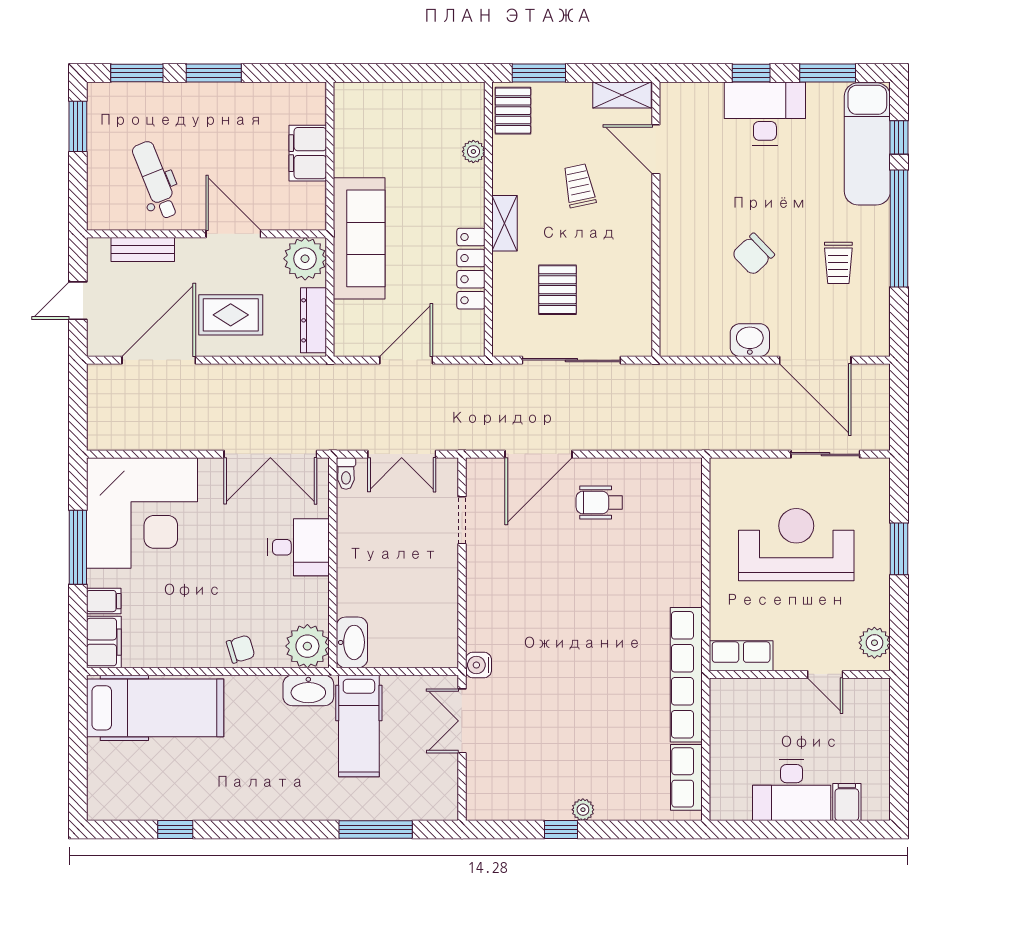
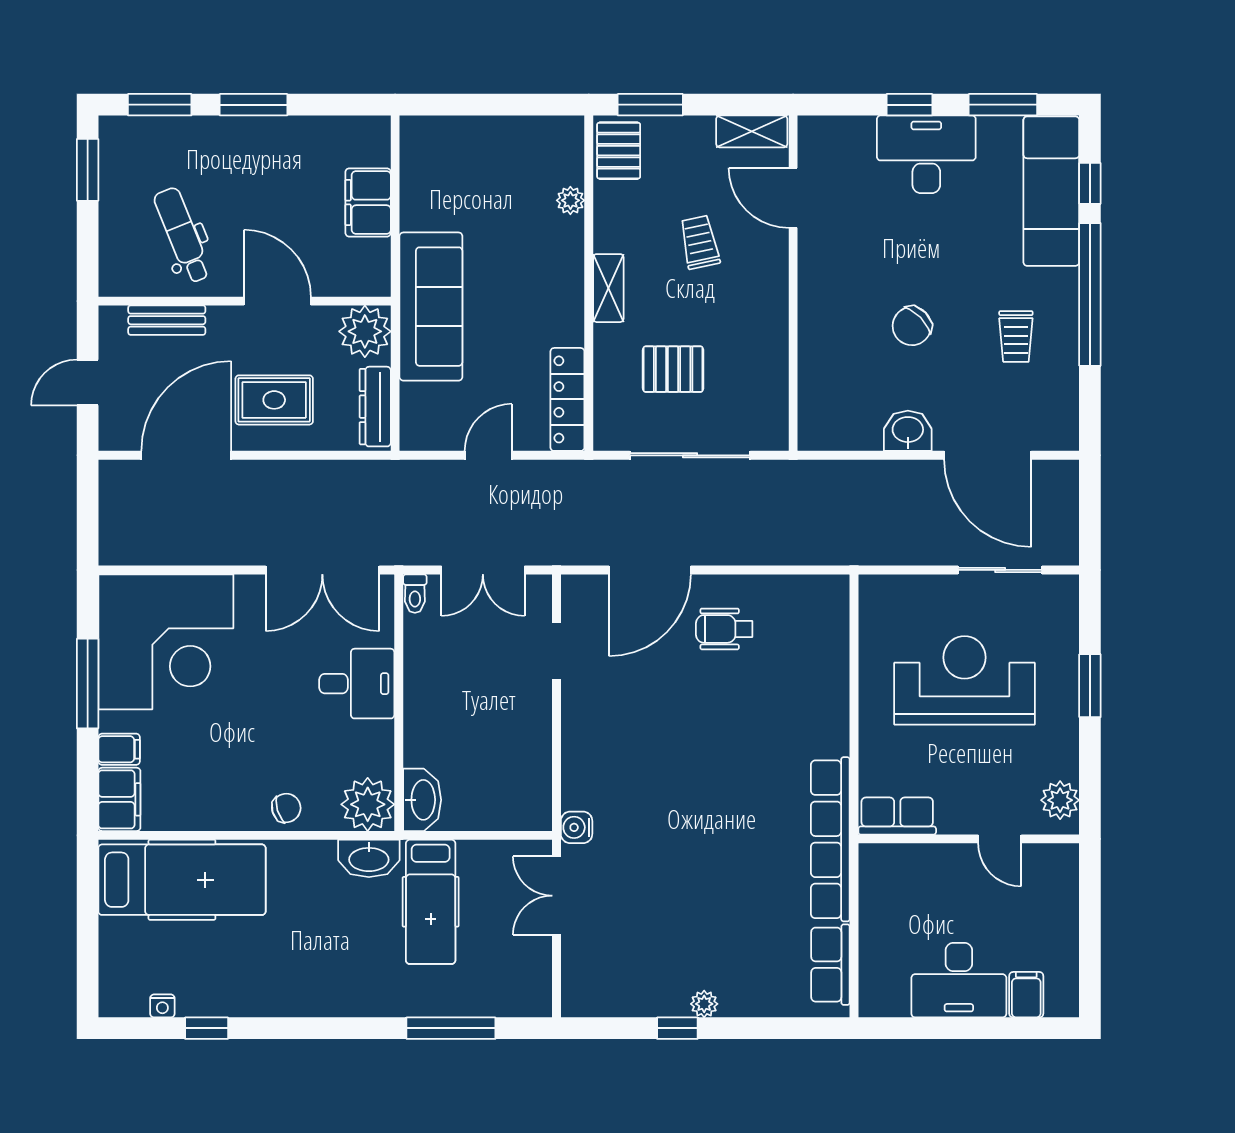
locker: (471, 269) -> (567, 399), moved
pallet: (558, 290) -> (673, 369), turned 90
door: (406, 360) -> (488, 455), width x0.73
nightstand: (139, 811) -> (162, 1006), added

